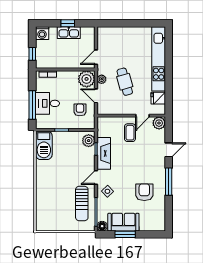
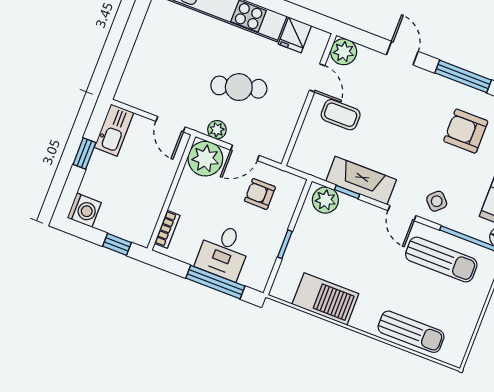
kitchen sink: (69, 33) -> (114, 130), moved
barbecue: (44, 145) -> (325, 299), moved
sun lounger: (44, 202) -> (411, 332), added

